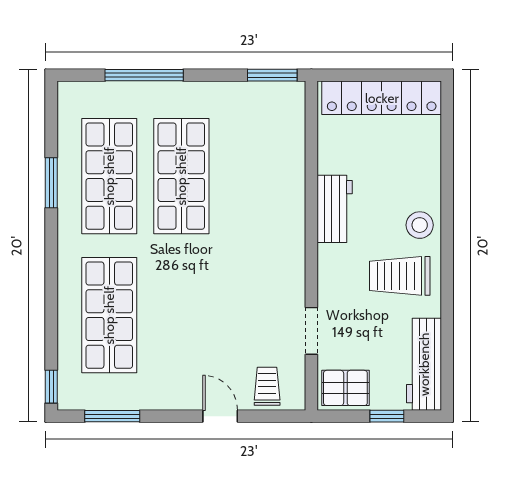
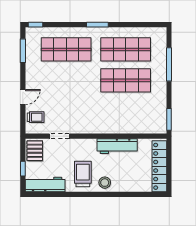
window: (51, 183) -> (97, 25), moved
workbench: (335, 209) -> (117, 146), width x1.38

